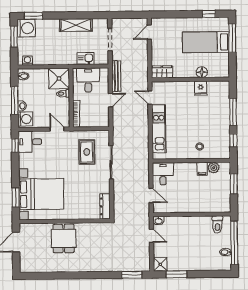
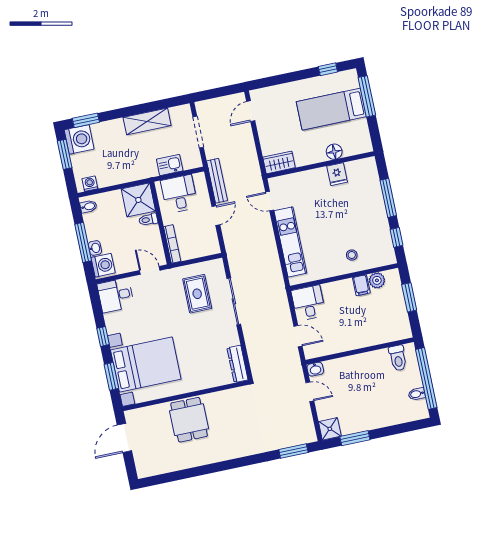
window: (15, 145) -> (103, 336), moved

